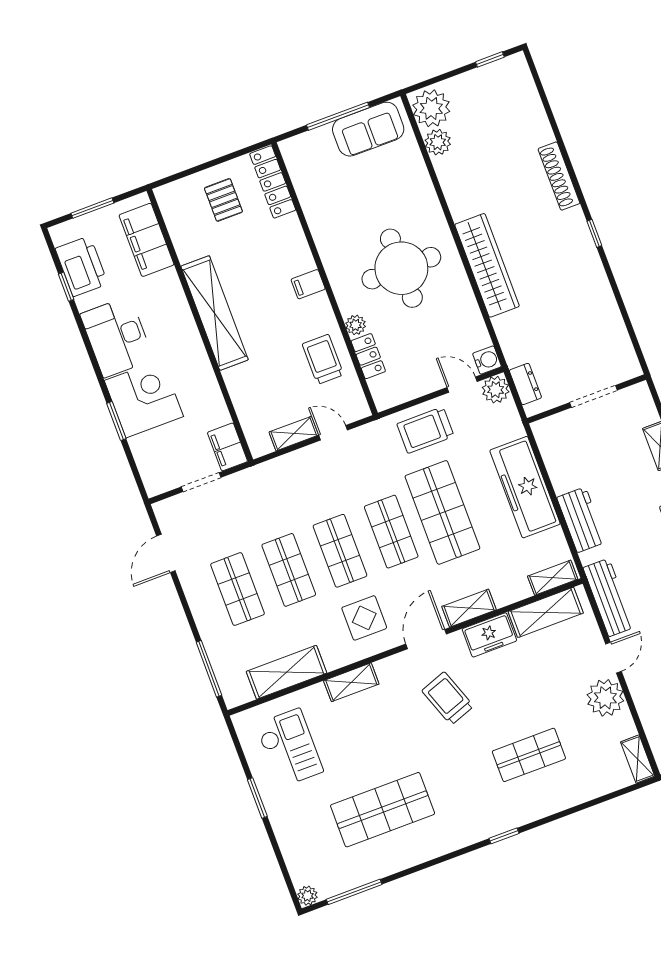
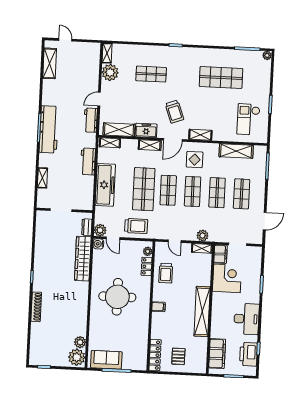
wardrobe: (487, 265) -> (83, 259), moved
plant: (356, 325) -> (148, 251), moved
corner desk: (144, 399) -> (227, 278), moved, turned 180
shelving: (294, 434) -> (202, 248), moved
plant: (281, 469) -> (202, 236), added
workbench: (609, 597) -> (91, 120), width x0.73
shelving: (351, 682) -> (200, 135), moved
plant: (605, 698) -> (110, 72), moved

